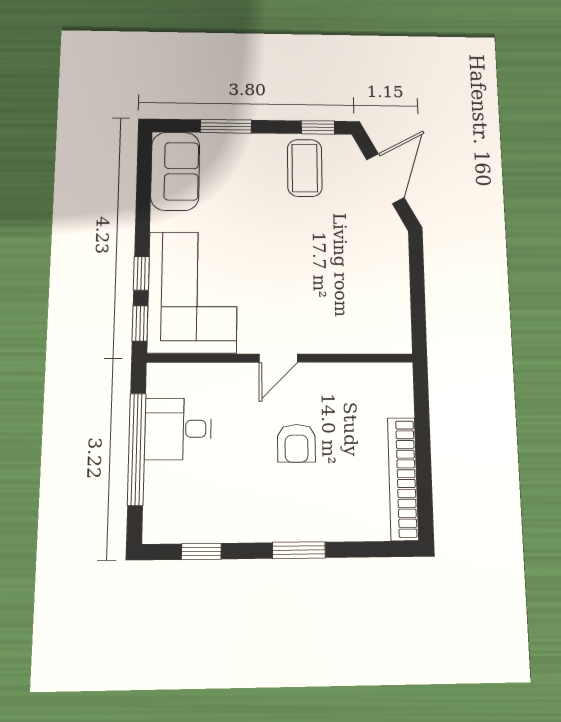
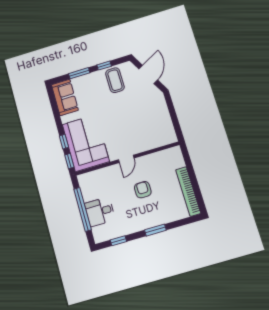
window: (318, 127) -> (104, 66), moved
desk: (178, 429) -> (100, 212), moved
armchair: (296, 443) -> (143, 190), turned 180

